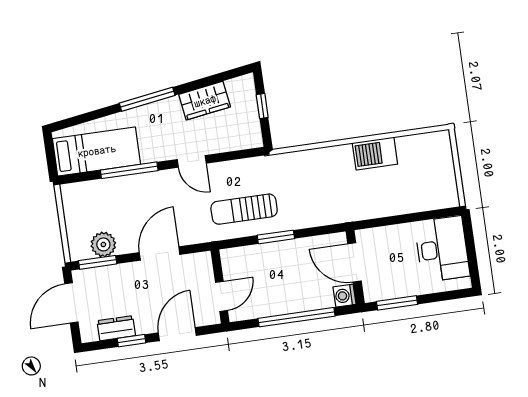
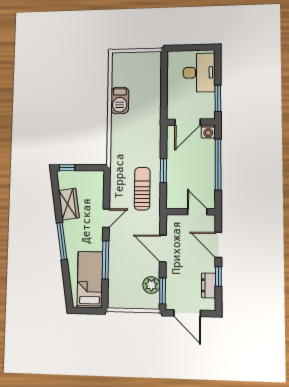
window: (262, 106) -> (67, 168), moved
sun lounger: (244, 209) -> (142, 189), turned 180
desk: (442, 249) -> (199, 73), moved, turned 90

